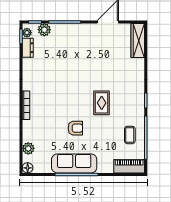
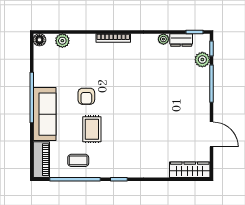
plant: (27, 33) -> (163, 39), moved
rug: (102, 103) -> (92, 129), moved, turned 90
sofa: (74, 163) -> (45, 114), moved

